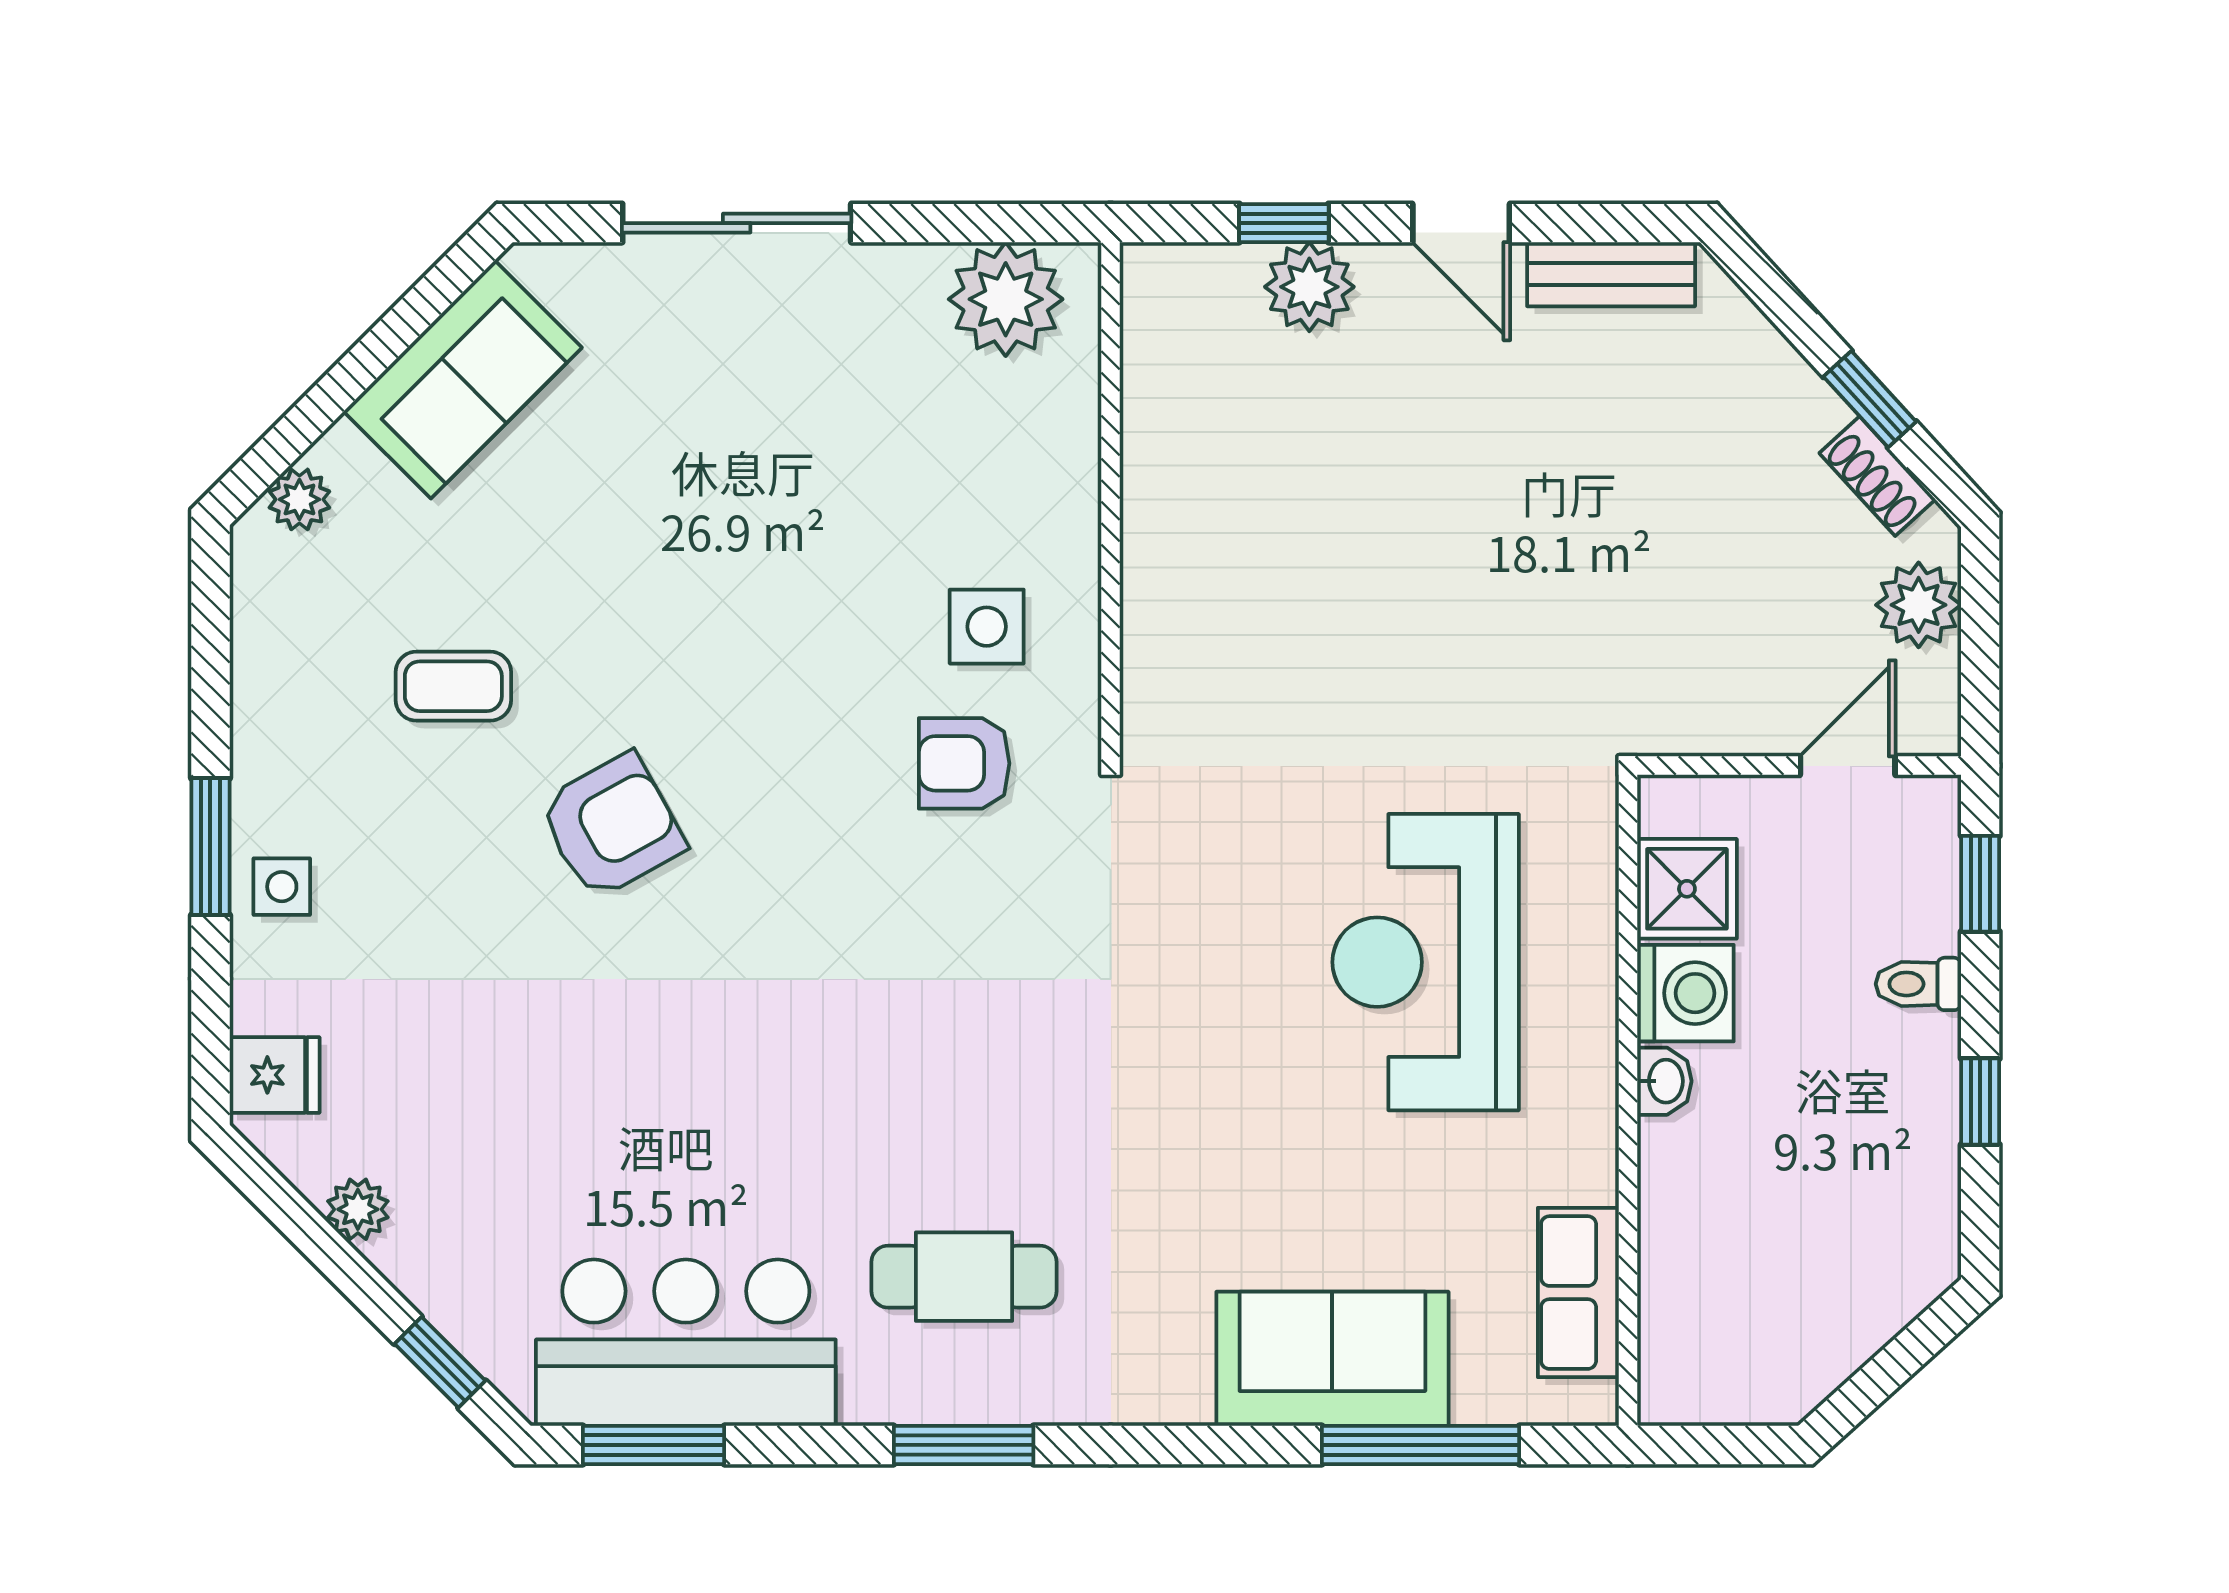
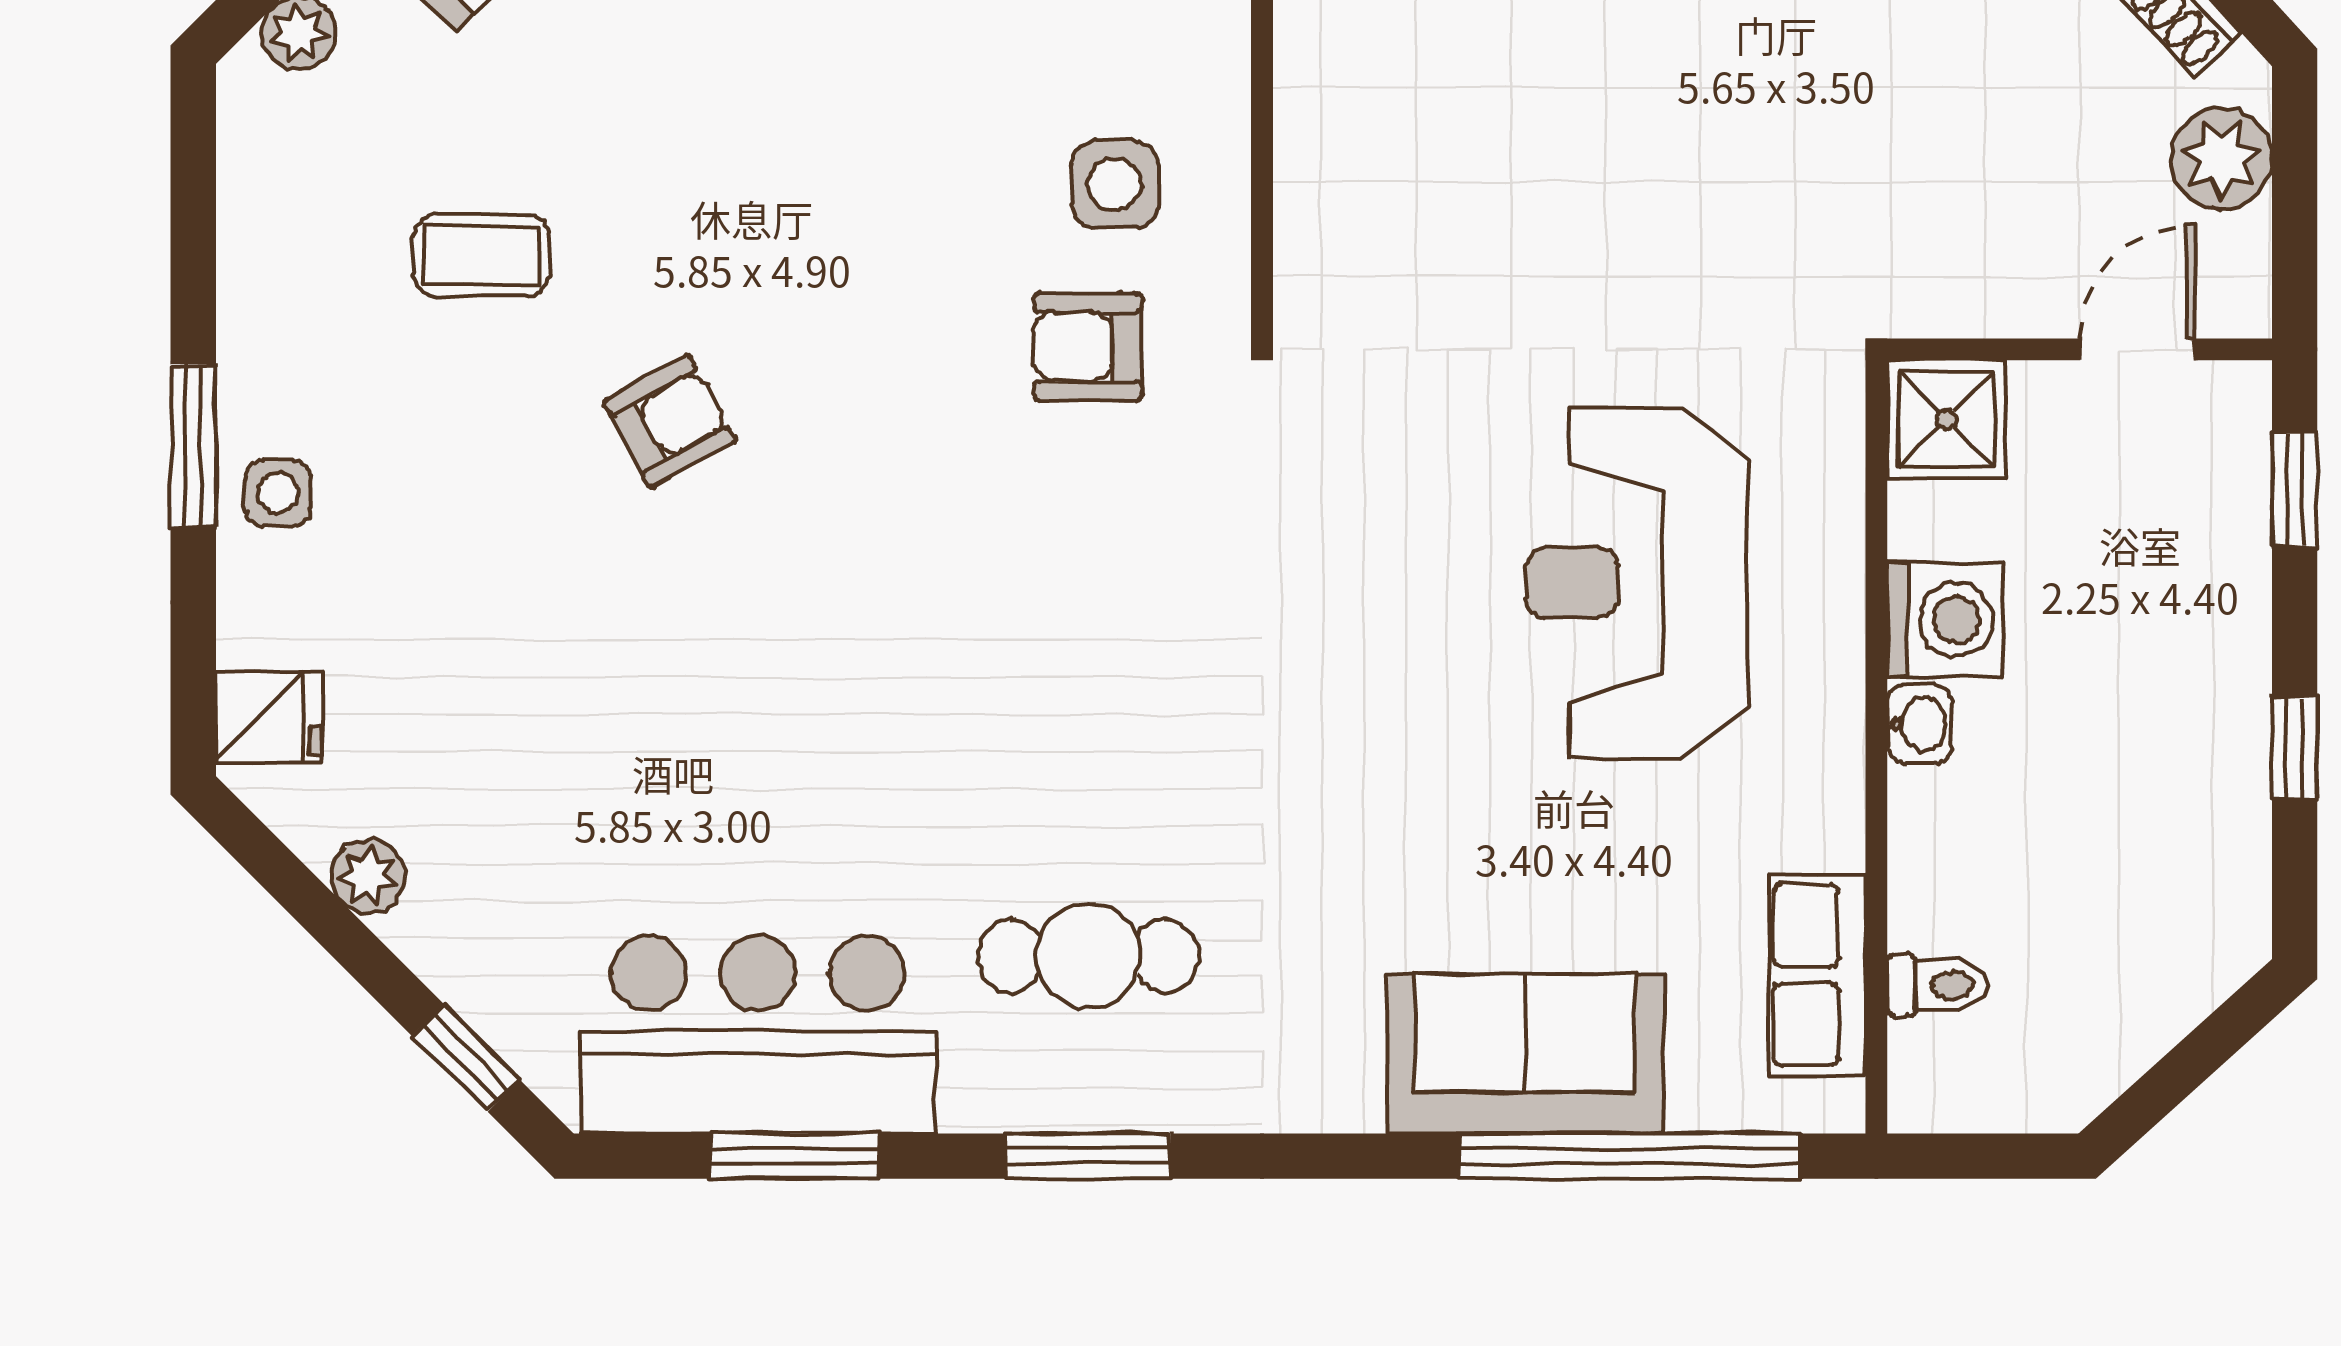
armchair: (612, 826) -> (670, 421), width x0.72, depth x0.72
shower: (1687, 889) -> (1946, 419), moved
toilet: (1918, 984) -> (1938, 985), moved, turned 180
window: (654, 1445) -> (794, 1156), moved
window: (1421, 1445) -> (1630, 1156), width x1.46

